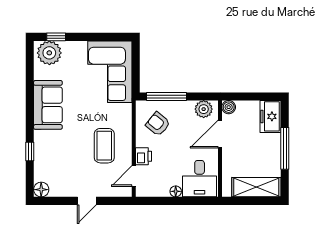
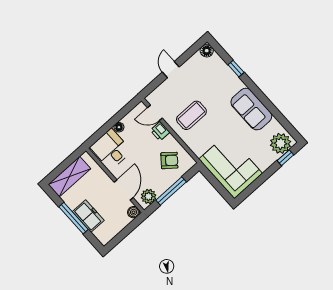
window: (166, 96) -> (171, 191), moved
freezer: (270, 116) -> (88, 216), moved
coffee table: (104, 146) -> (191, 115), turned 90
door: (134, 176) -> (155, 113), swing flipped

